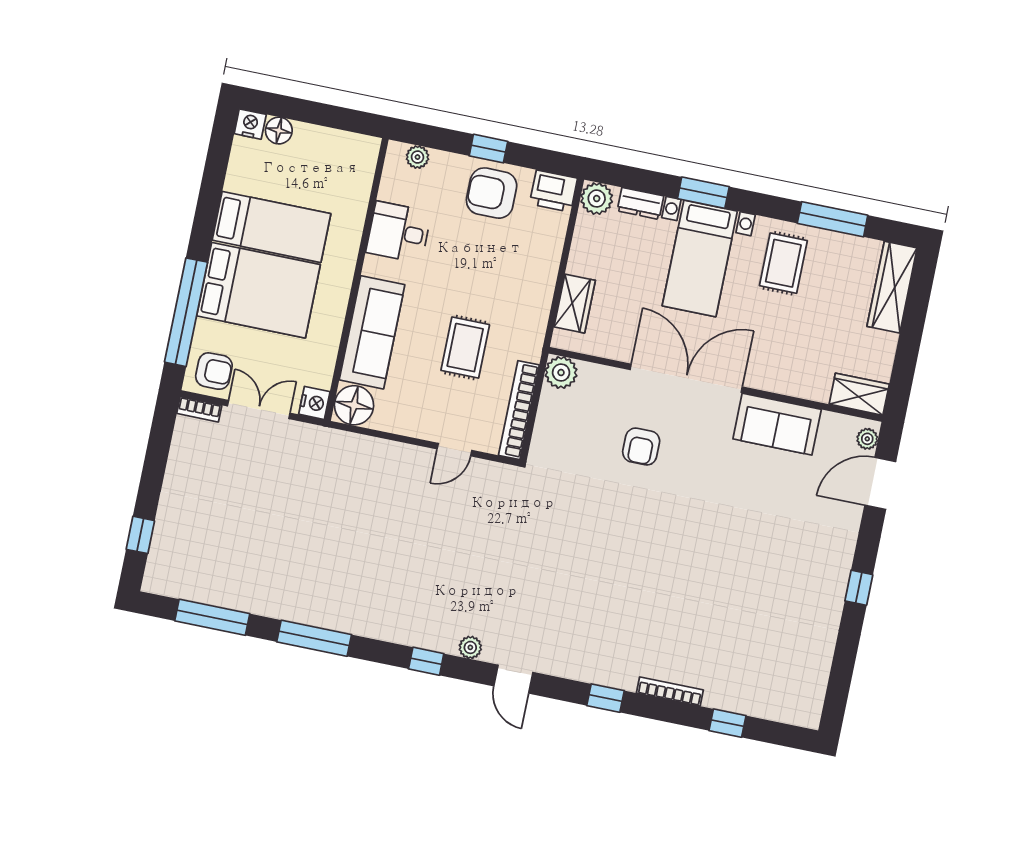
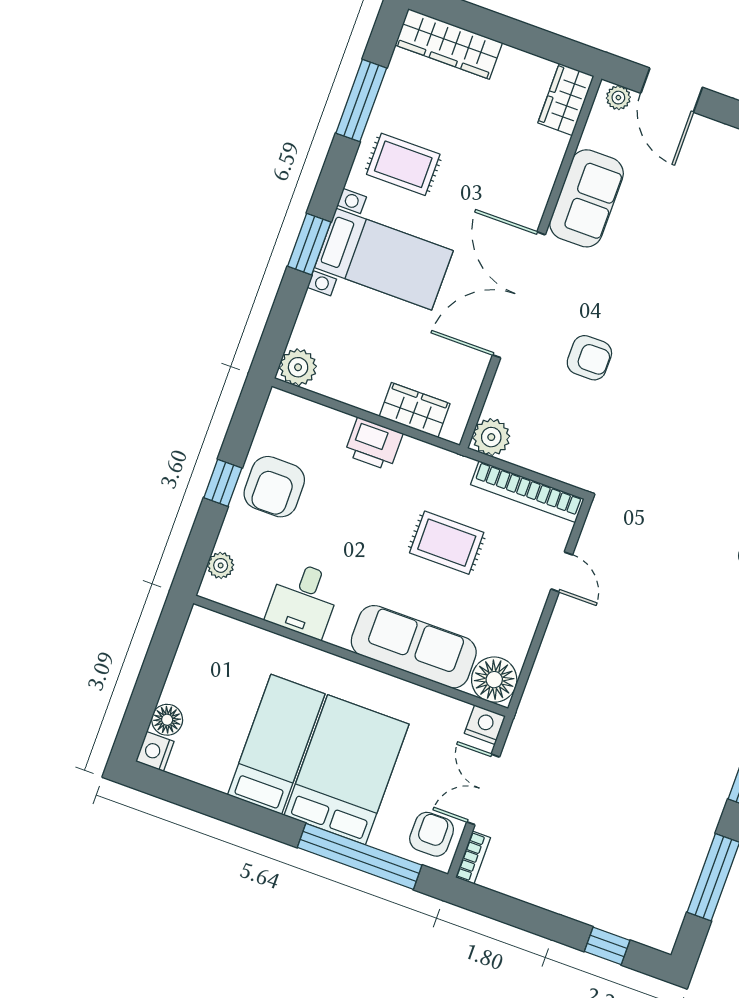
printer: (553, 191) -> (374, 444), moved, turned 90
dresser: (640, 203) -> (311, 318), removed

